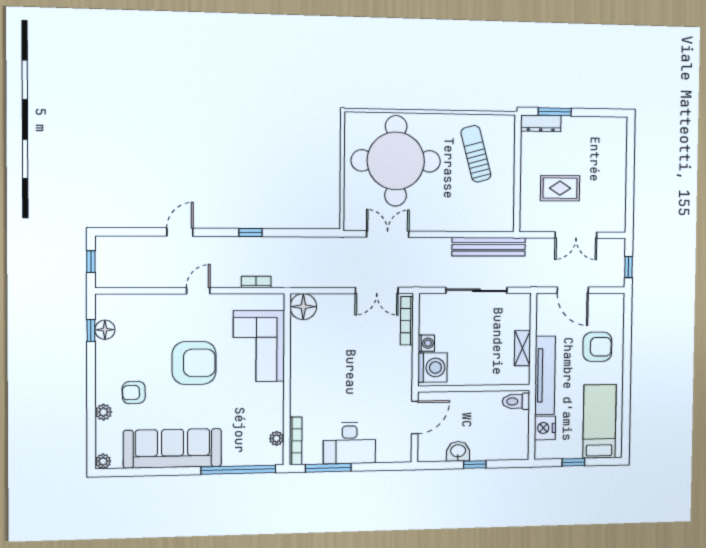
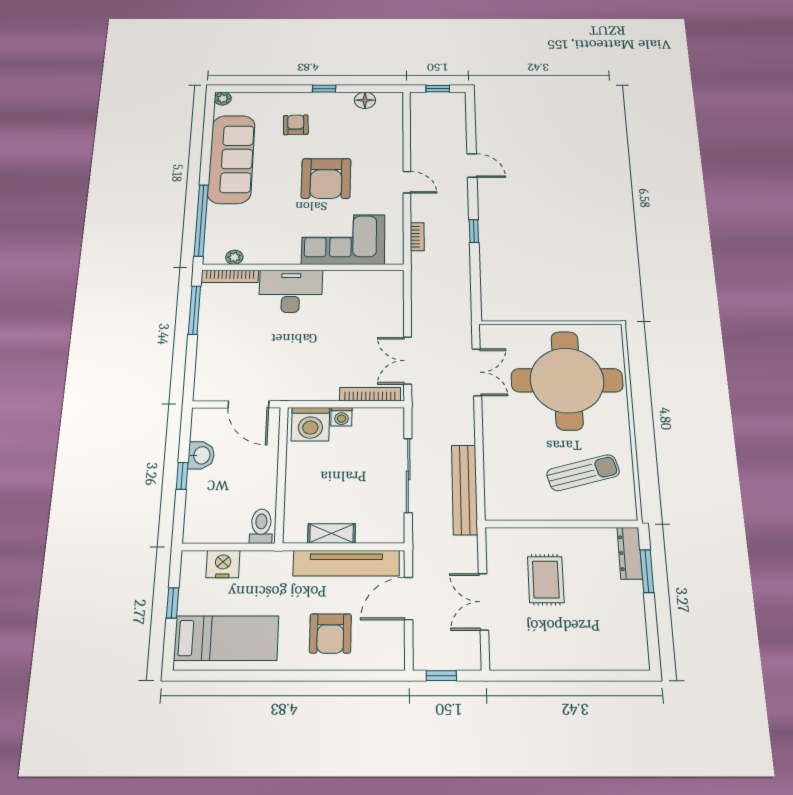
floor lamp: (303, 307) -> (388, 283), removed
window: (91, 330) -> (324, 89), moved
tv unit: (545, 375) -> (346, 563), moved
plant: (103, 412) -> (276, 99), removed
desk: (349, 443) -> (291, 291), moved, turned 90

